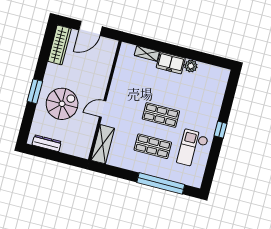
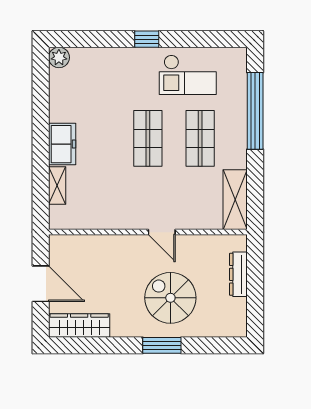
plant: (191, 66) -> (59, 57), moved
dresser: (47, 143) -> (238, 274), moved
shelving: (103, 144) -> (235, 200), moved, turned 90

